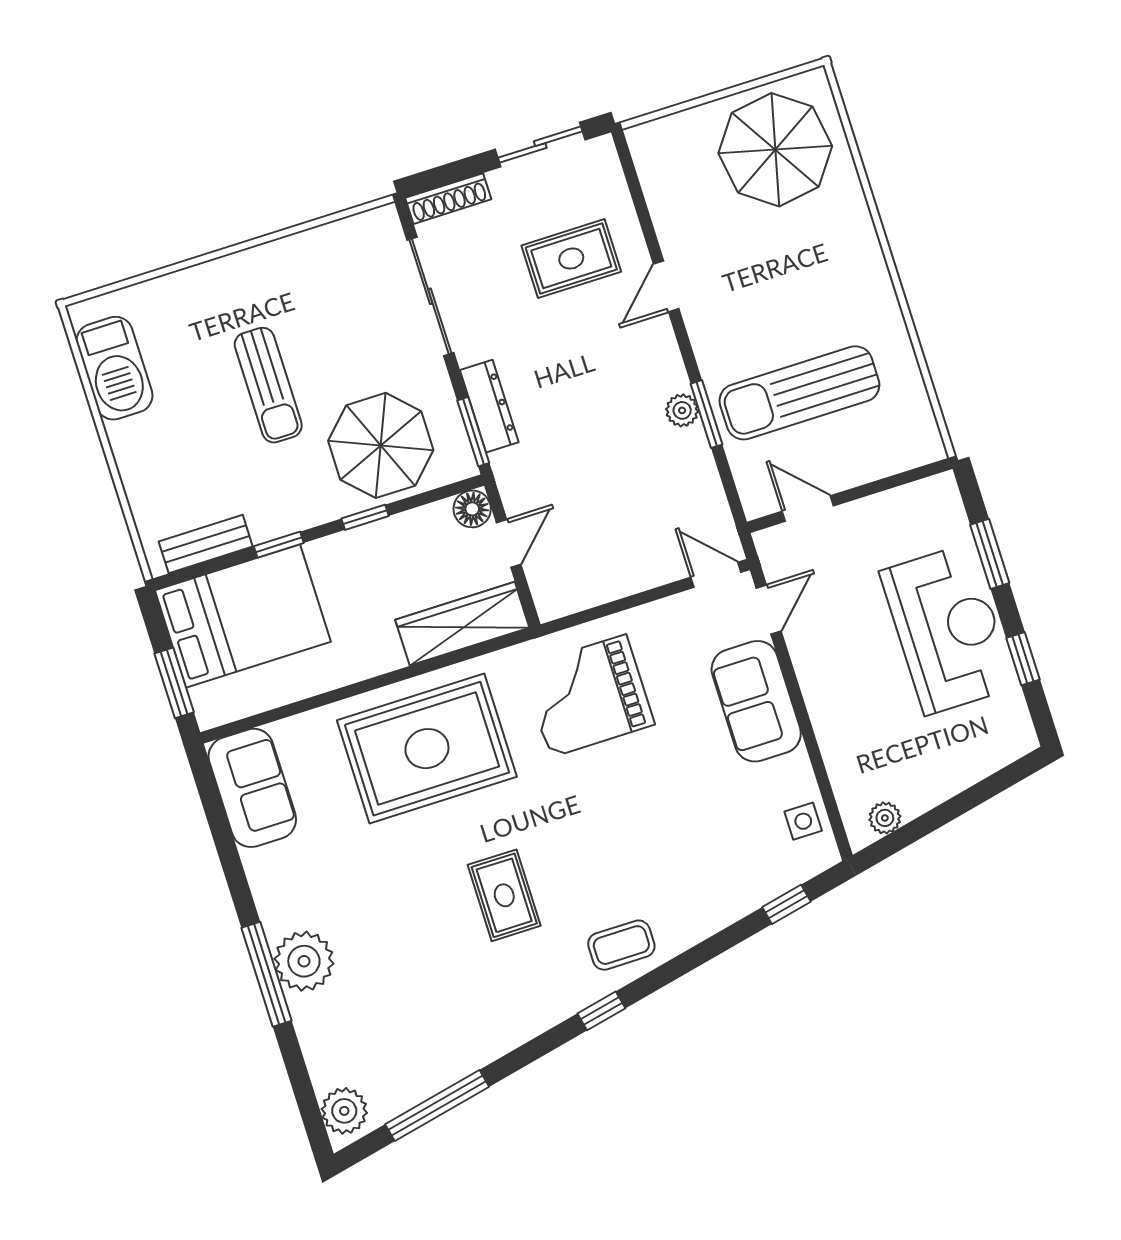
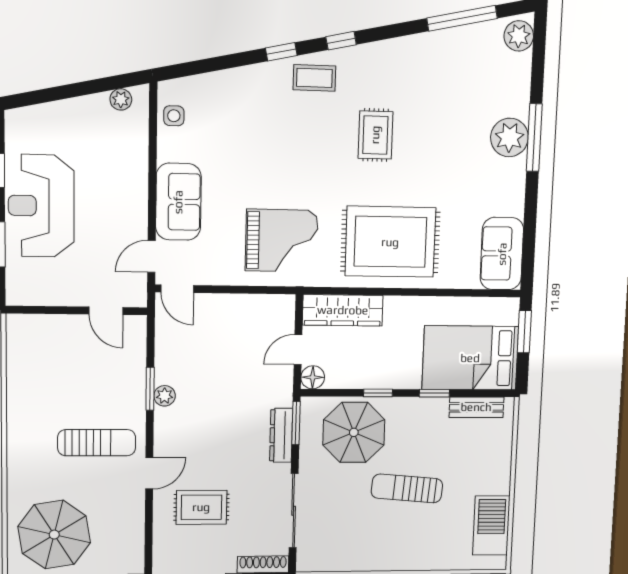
sun lounger: (268, 385) -> (407, 488), turned -85
sun lounger: (799, 393) -> (97, 443), moved, width x0.73, depth x0.75
window: (786, 904) -> (281, 52), moved

